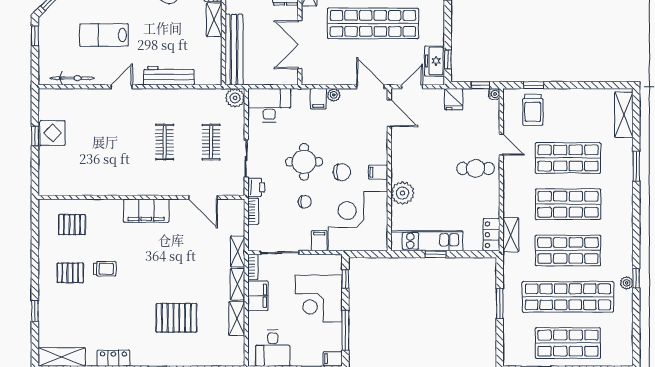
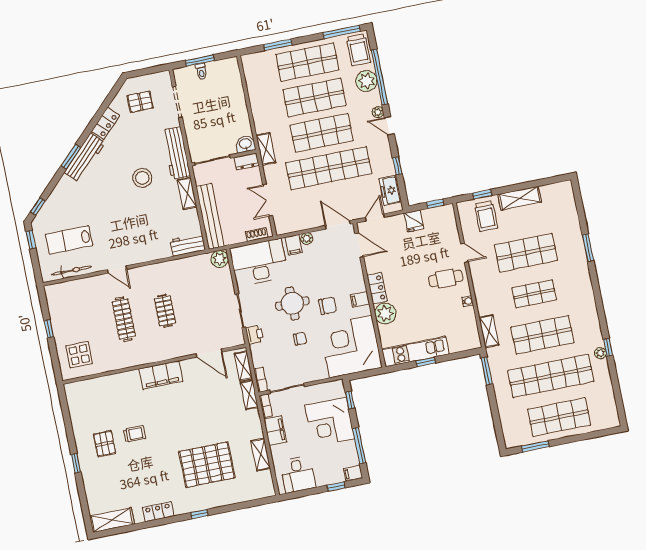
lab bench: (104, 35) -> (69, 240), moved
double door: (300, 45) -> (268, 200), width x0.73
window: (448, 60) -> (397, 166), moved
workbench: (169, 76) -> (188, 245), moved, width x0.73
shoe rack: (280, 80) -> (256, 235), added
door: (122, 87) -> (117, 269), swing flipped
water cooler: (494, 94) -> (468, 301), moved
desk: (269, 105) -> (259, 262), width x1.36, depth x1.30
shelving: (624, 115) -> (520, 198), moved, turned 90
display table: (53, 133) -> (79, 355), moved
clothes rail: (211, 142) -> (124, 319), moved, width x1.36
shop shelf: (568, 204) -> (534, 294), width x0.70, depth x0.74
bookcase: (253, 211) -> (261, 380), moved
pallet: (72, 225) -> (98, 401), removed
locker: (492, 235) -> (377, 288), moved, turned 180
filing cabinet: (319, 241) -> (320, 371), removed
pallet: (70, 273) -> (105, 444), turned 90
shelving: (237, 284) -> (243, 366), moved
window: (500, 303) -> (487, 371), moved
window: (35, 311) -> (76, 463), moved
pallet: (176, 318) -> (207, 465), width x1.37, depth x1.41

